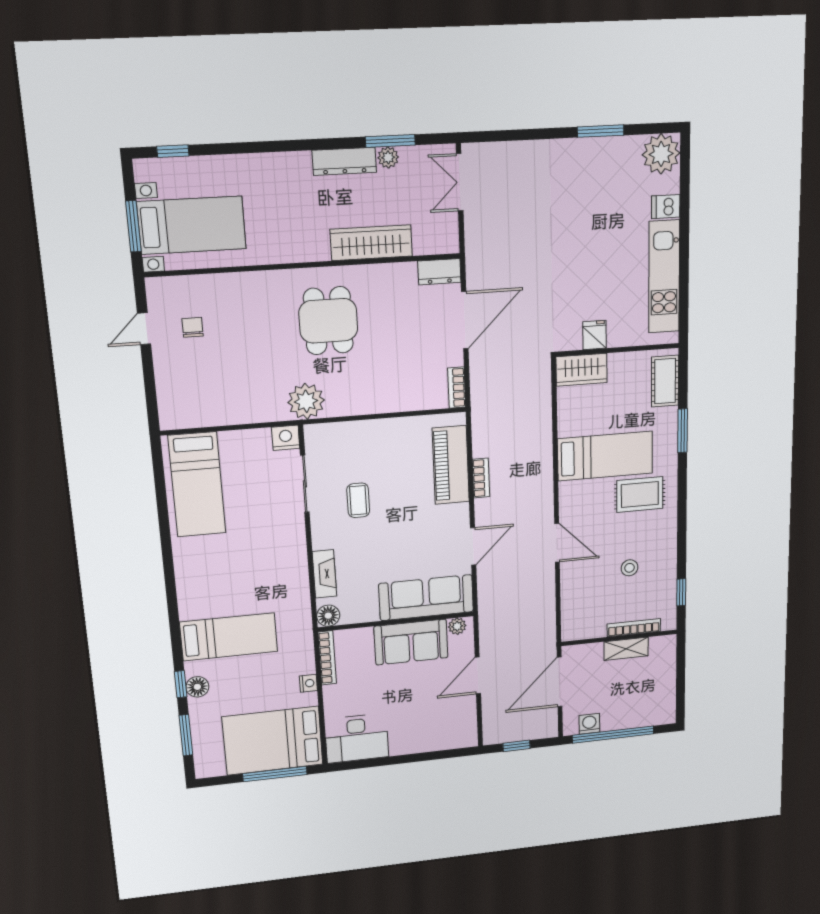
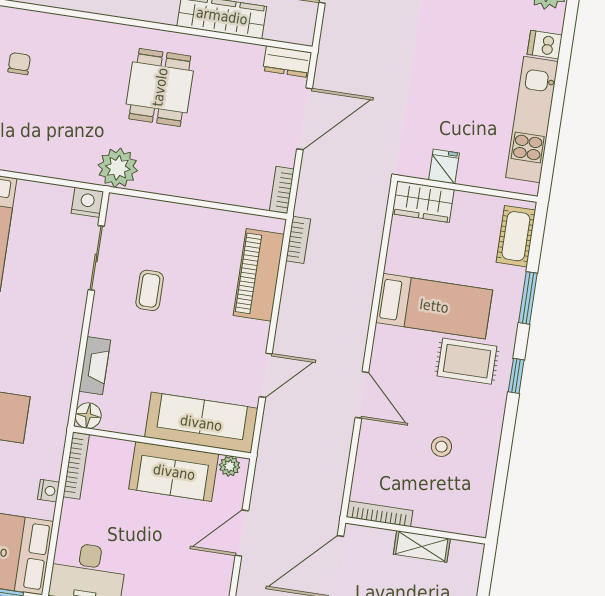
bookcase: (481, 478) -> (298, 240), moved
window: (681, 592) -> (516, 376), moved
bookcase: (634, 628) -> (380, 514), moved

